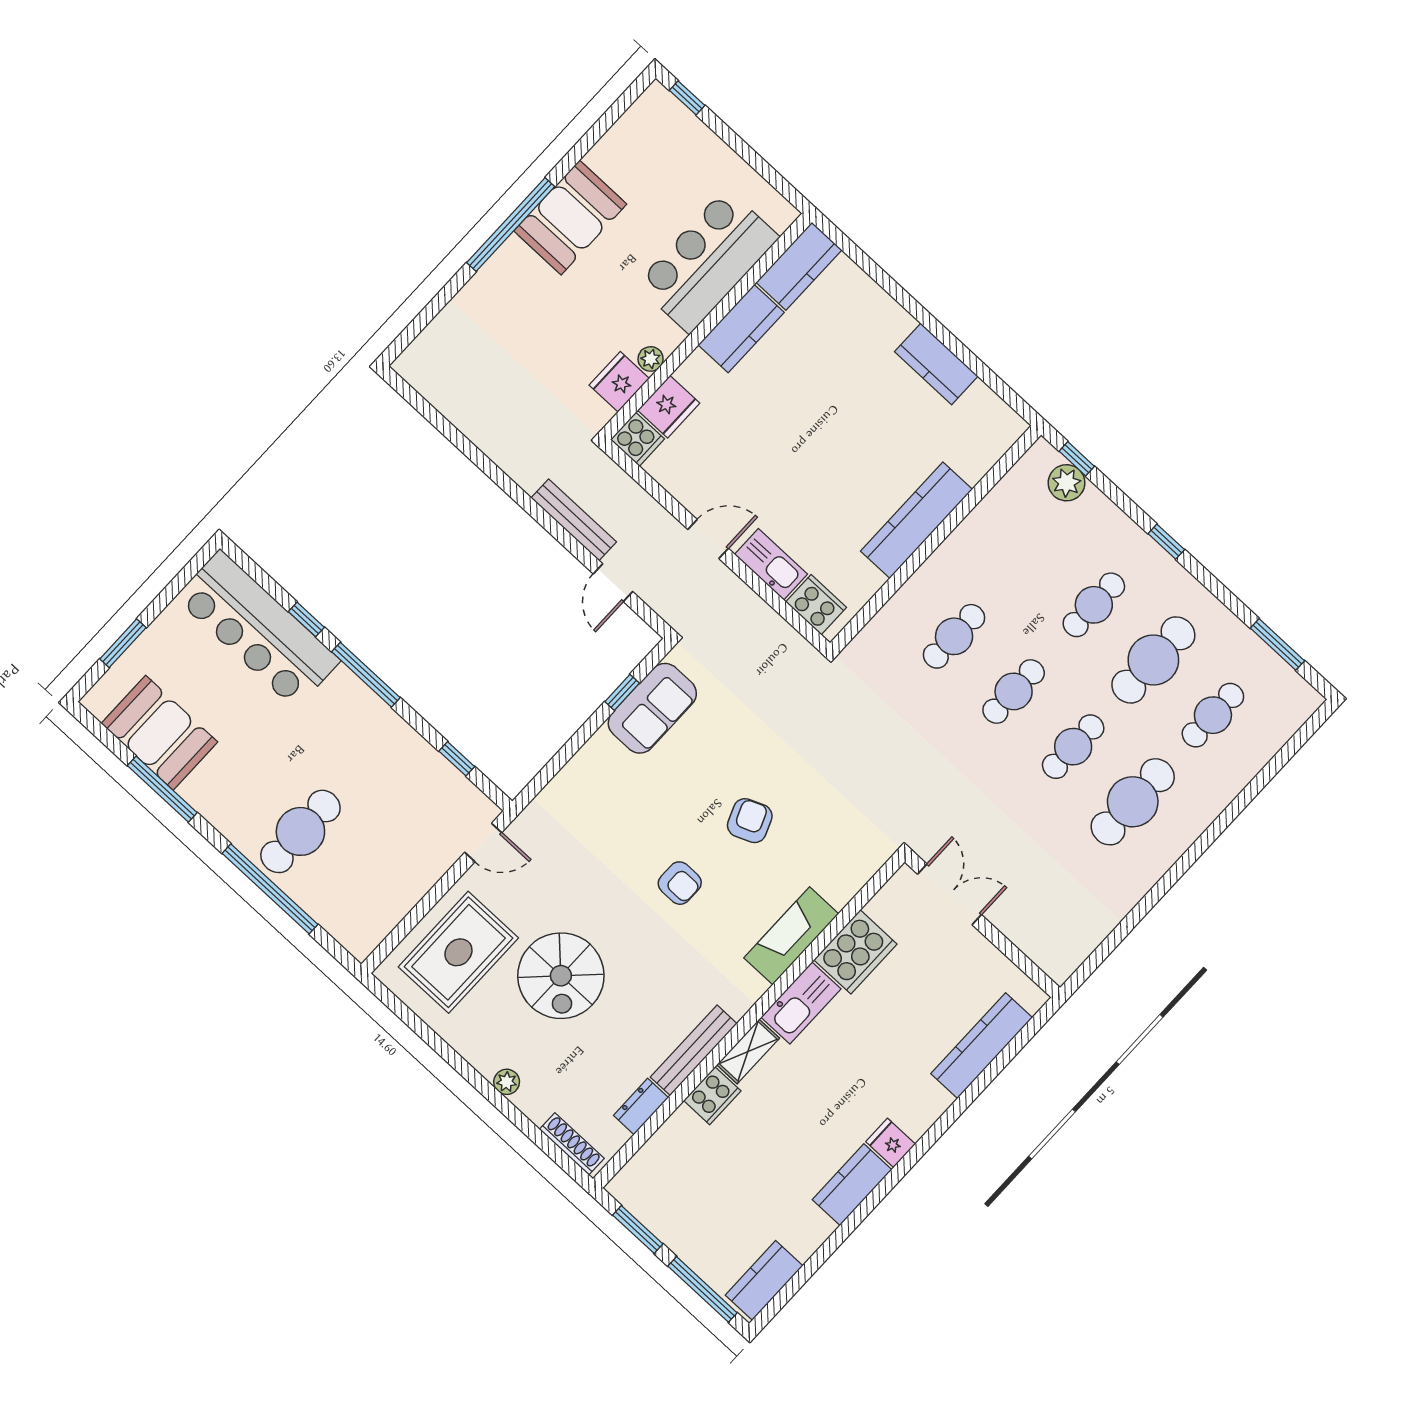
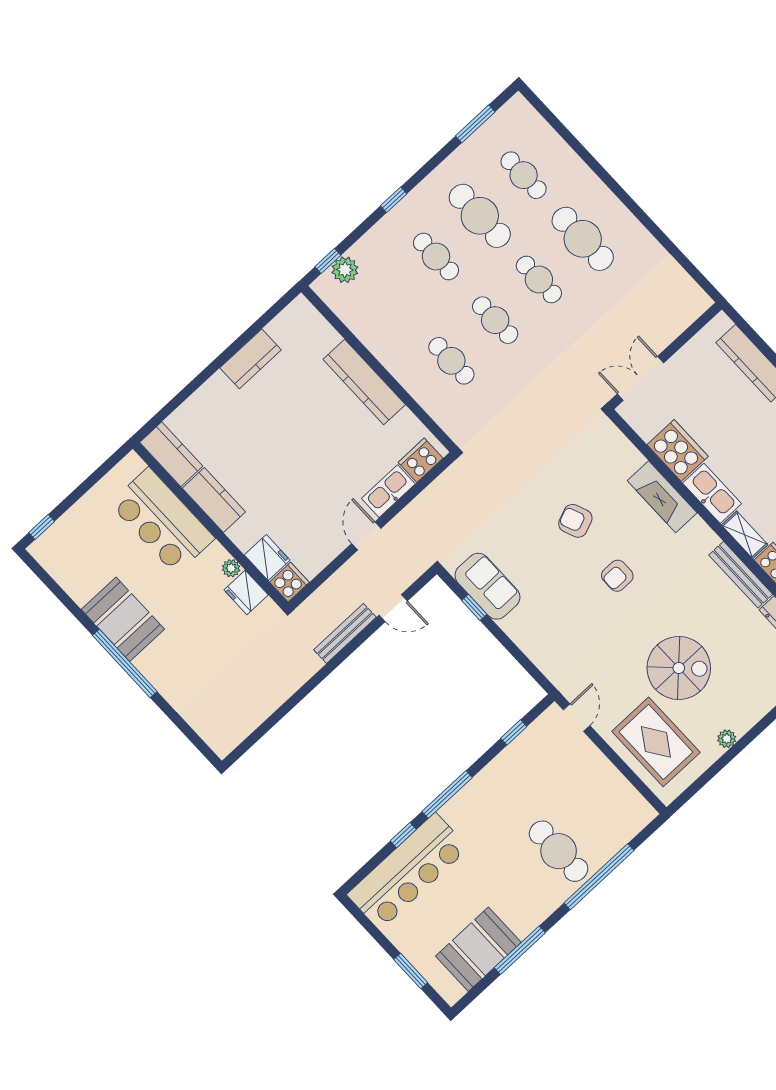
armchair: (680, 883) -> (617, 576), turned 180
plant: (507, 1082) -> (727, 739), moved

